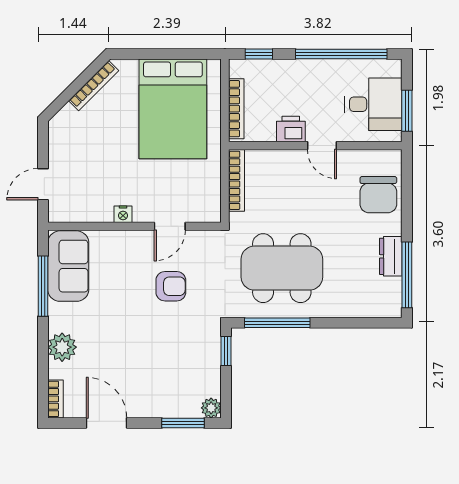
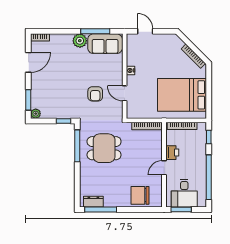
dresser: (391, 256) -> (93, 202), moved
dining table: (282, 268) -> (104, 148), width x0.73
plant: (62, 347) -> (80, 41), moved

